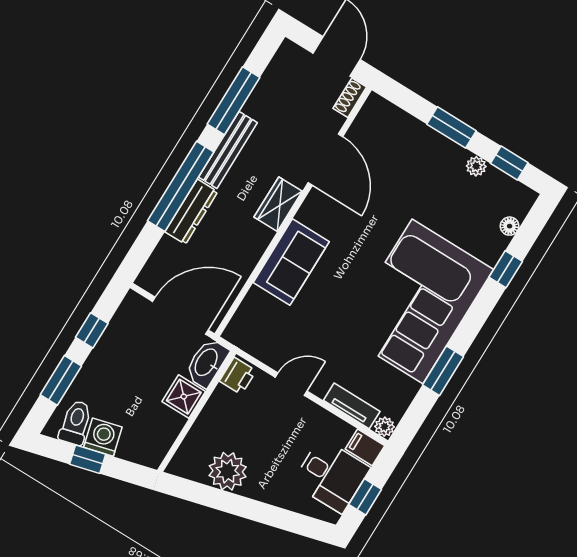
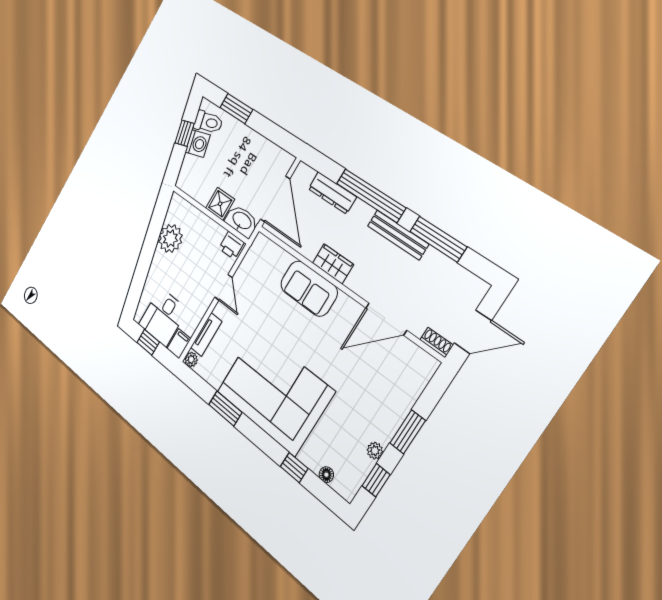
wardrobe: (278, 204) -> (333, 264), moved
dresser: (191, 212) -> (332, 193), moved
window: (92, 330) -> (269, 129), removed

